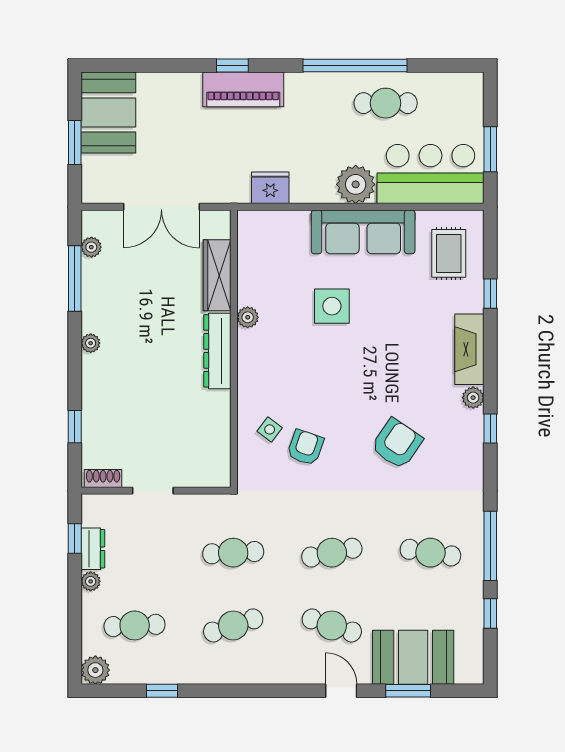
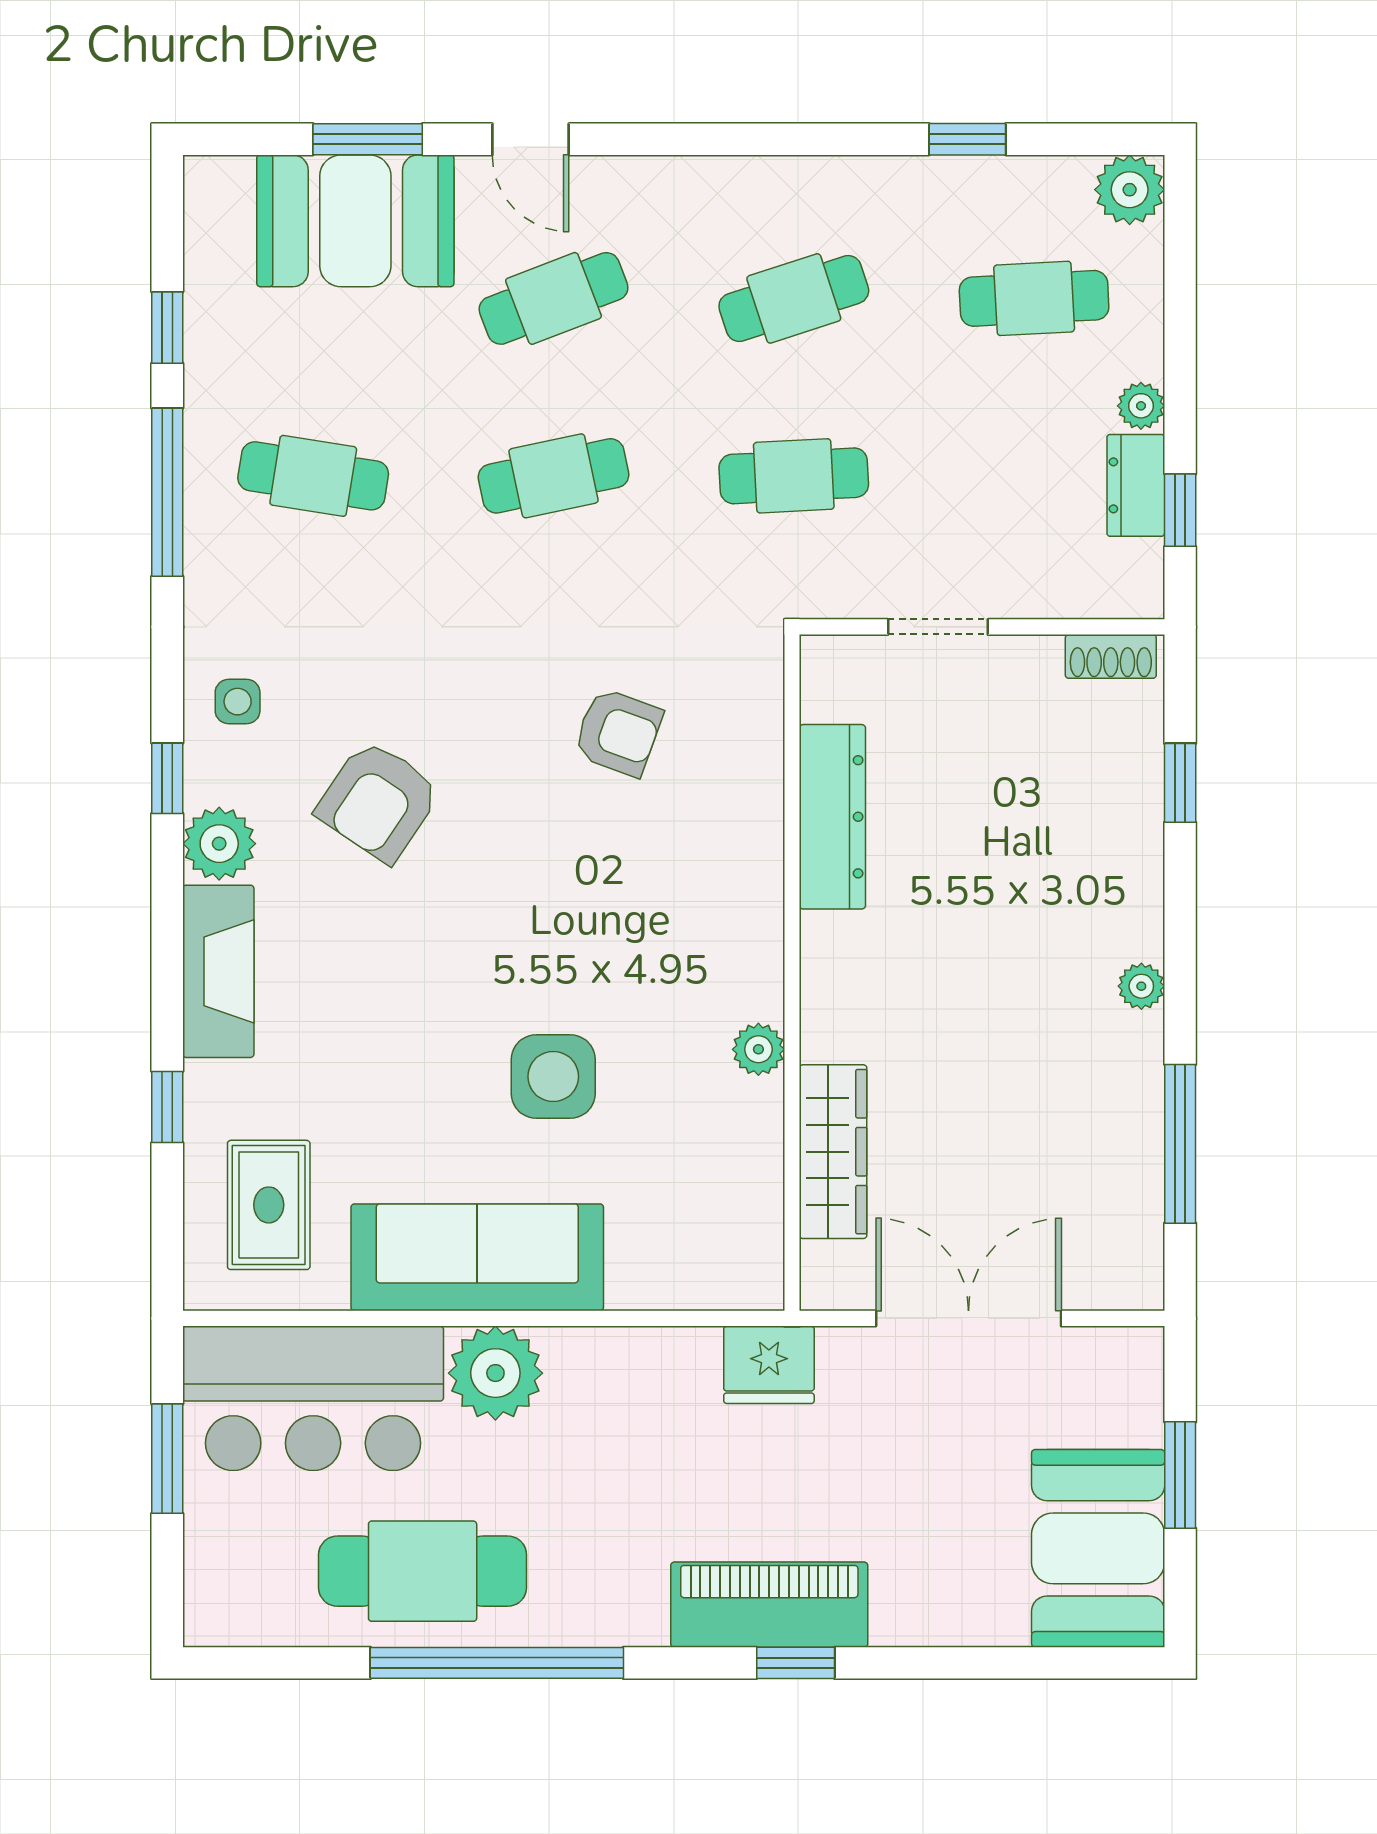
cafe table: (386, 103) -> (423, 1571), width x1.37, depth x1.35
fridge: (270, 188) -> (769, 1365), moved
plant: (91, 247) -> (1140, 1220), removed
dresser: (217, 351) -> (832, 817), moved
plant: (473, 398) -> (219, 844), width x1.38, depth x1.38
side table: (270, 429) -> (238, 702), moved, turned -37
armchair: (397, 444) -> (378, 801), moved
armchair: (305, 447) -> (618, 732), turned -89
doorway: (153, 491) -> (938, 627), moved
cafe table: (332, 625) -> (553, 298), turned -39

